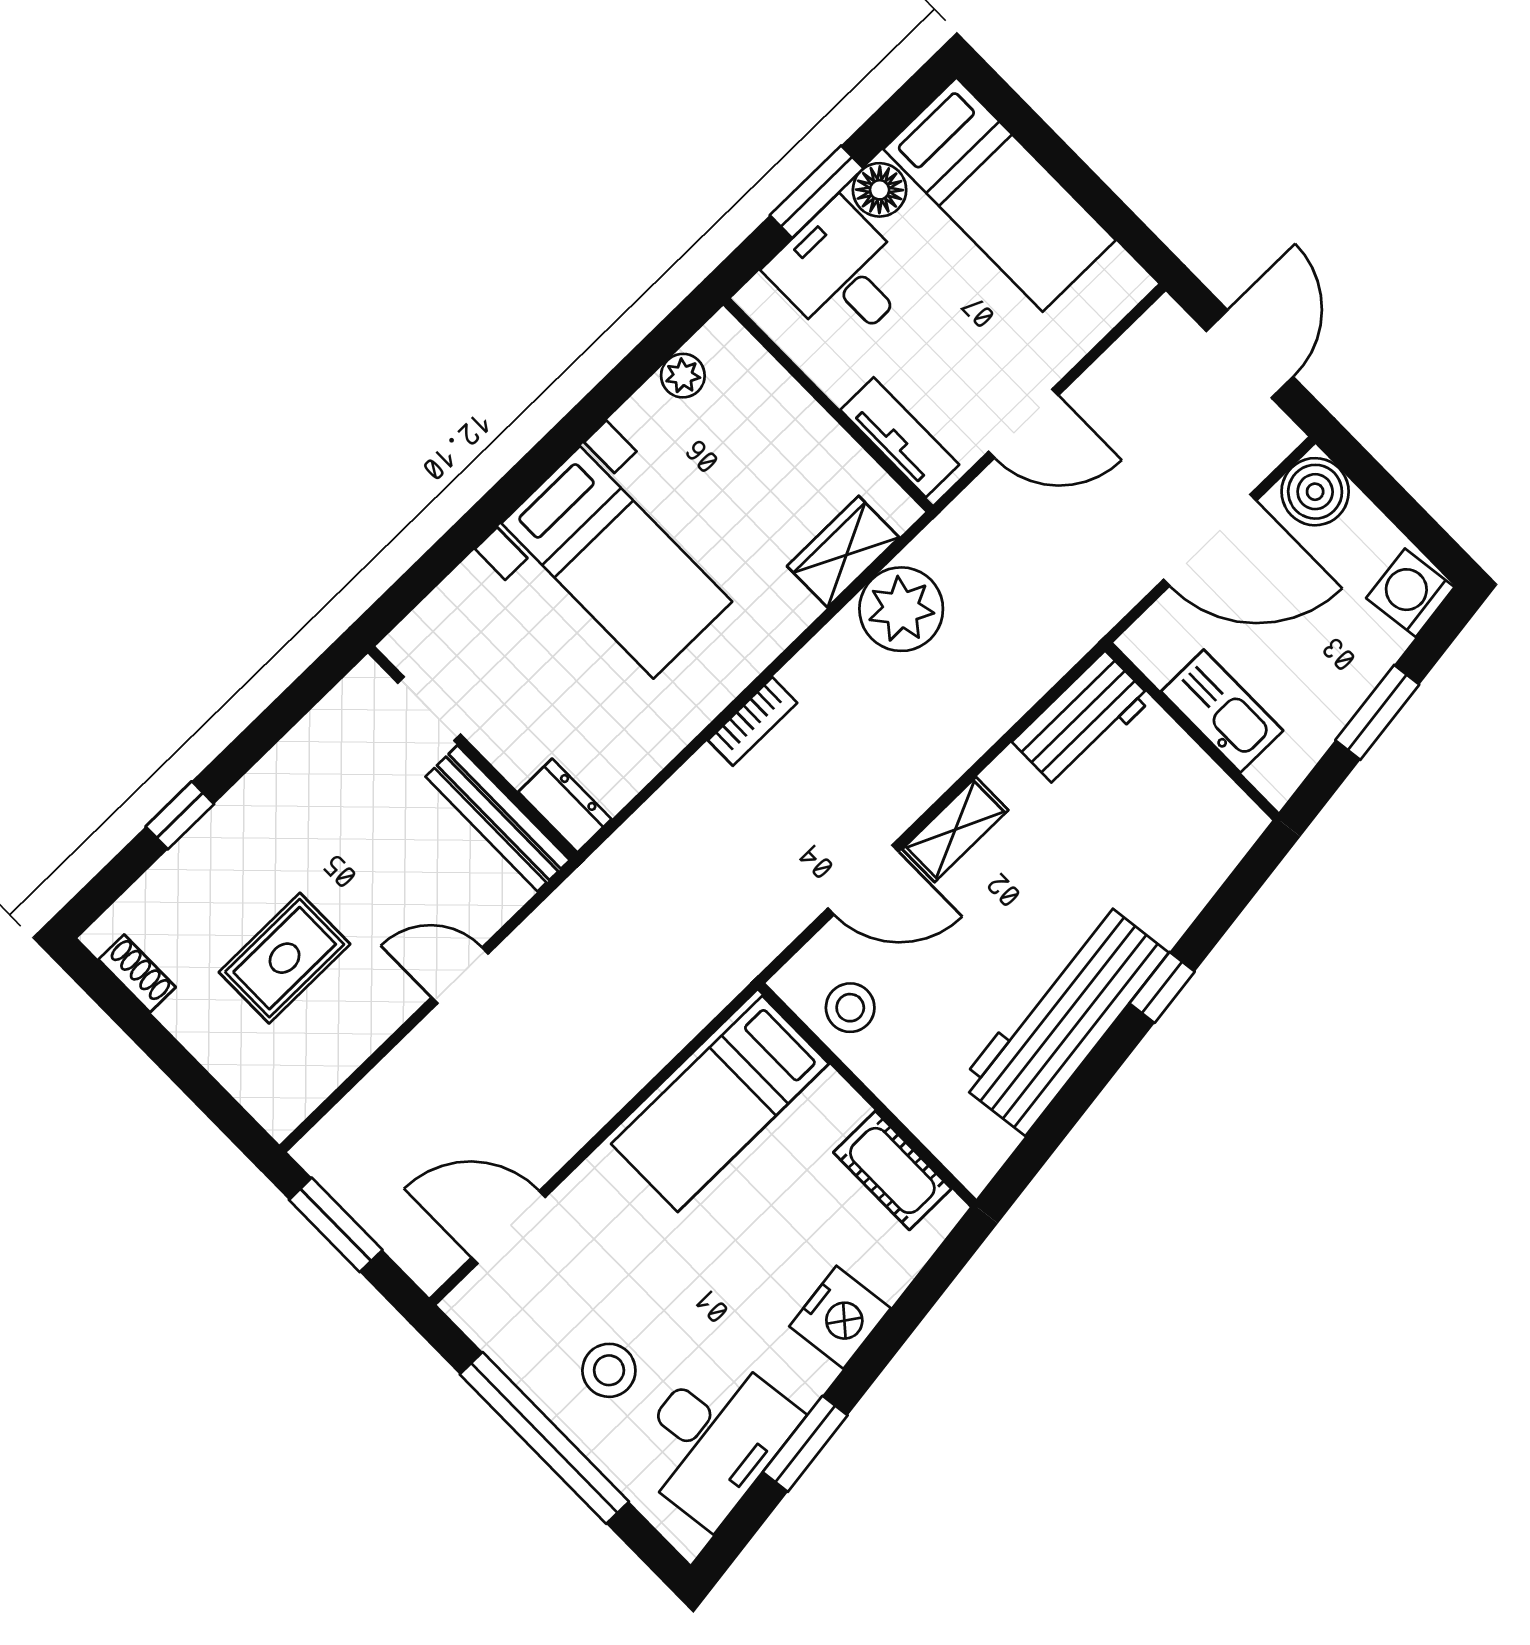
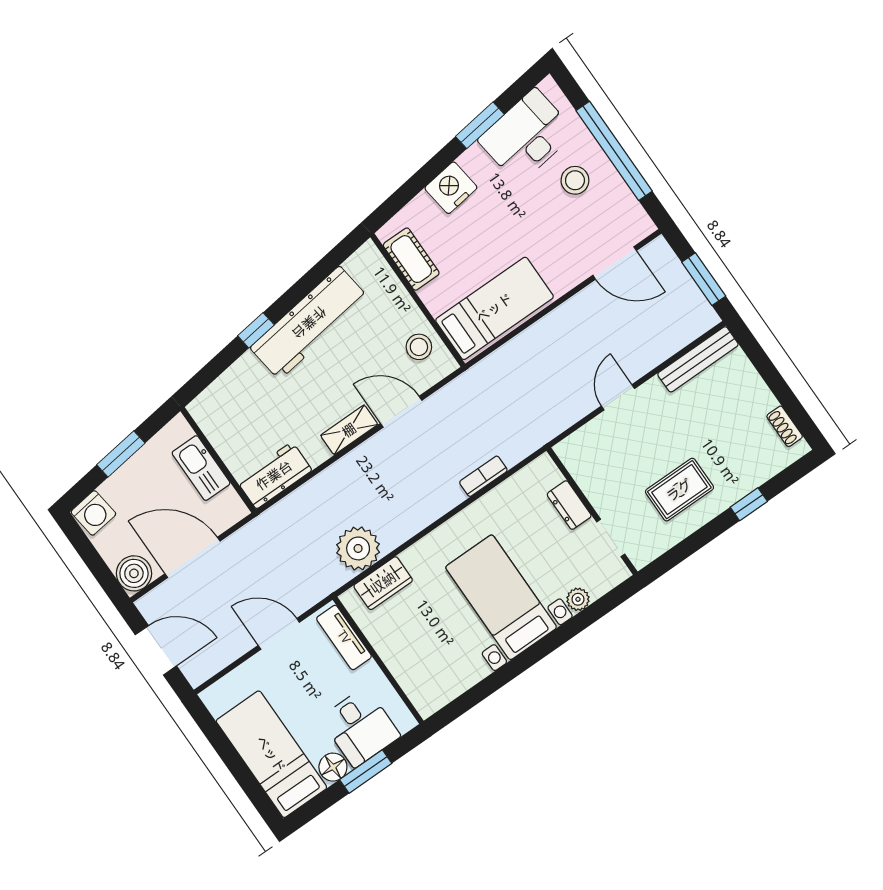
door: (1250, 354) -> (156, 650), swing flipped
plant: (683, 376) -> (578, 599), moved
bookcase: (753, 721) -> (483, 476), moved
dresser: (565, 806) -> (569, 505), moved
bench: (498, 818) -> (698, 359), moved, turned 90
rug: (285, 958) -> (679, 490), moved
door: (460, 975) -> (618, 397), swing flipped

